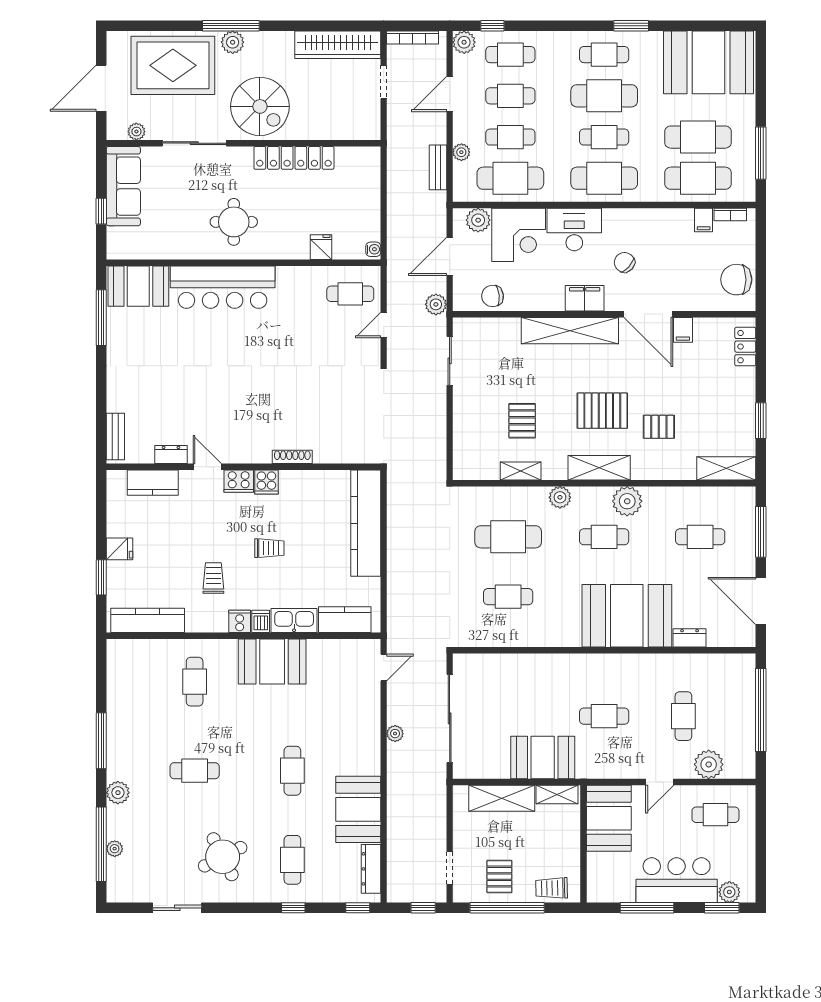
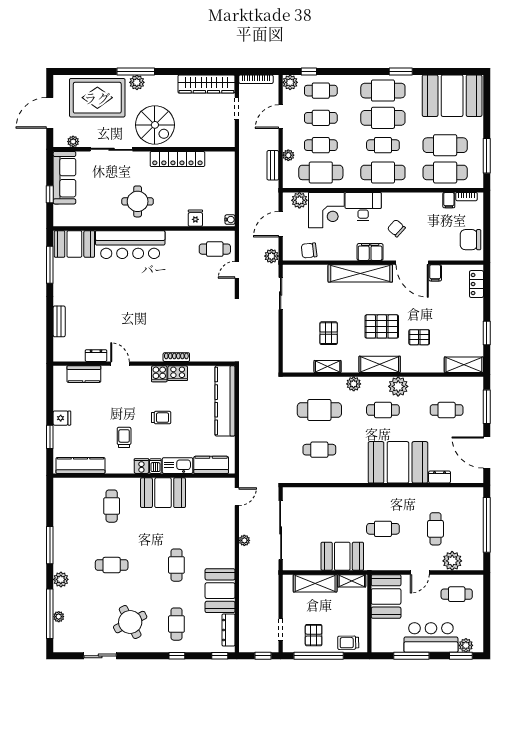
cafe table: (604, 55) -> (383, 91), width x1.37, depth x1.35
bench: (115, 437) -> (59, 321), moved
cooker: (239, 481) -> (178, 373), moved

